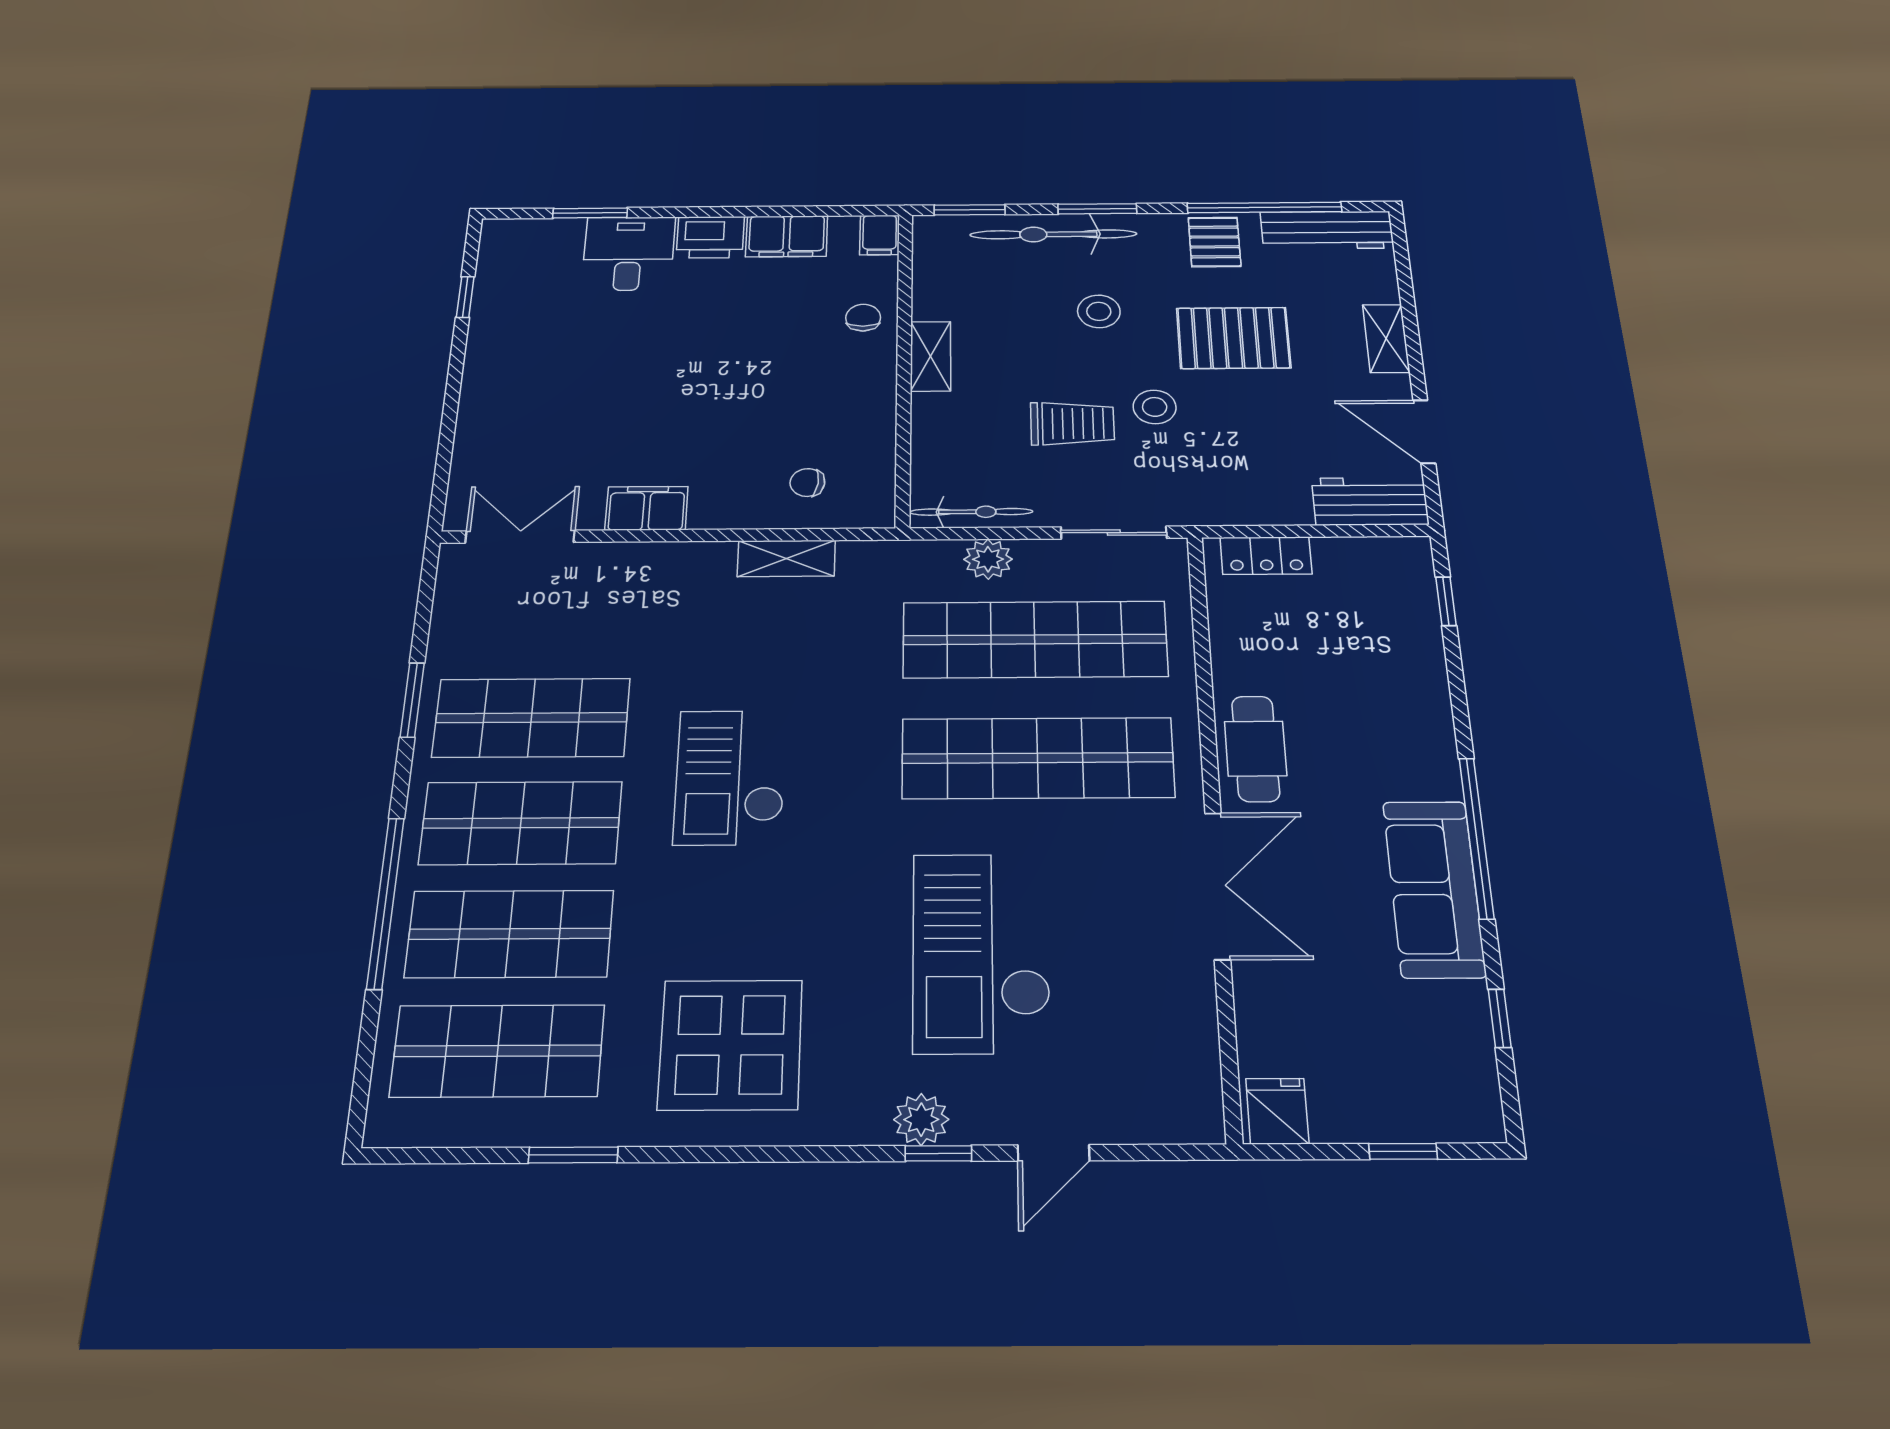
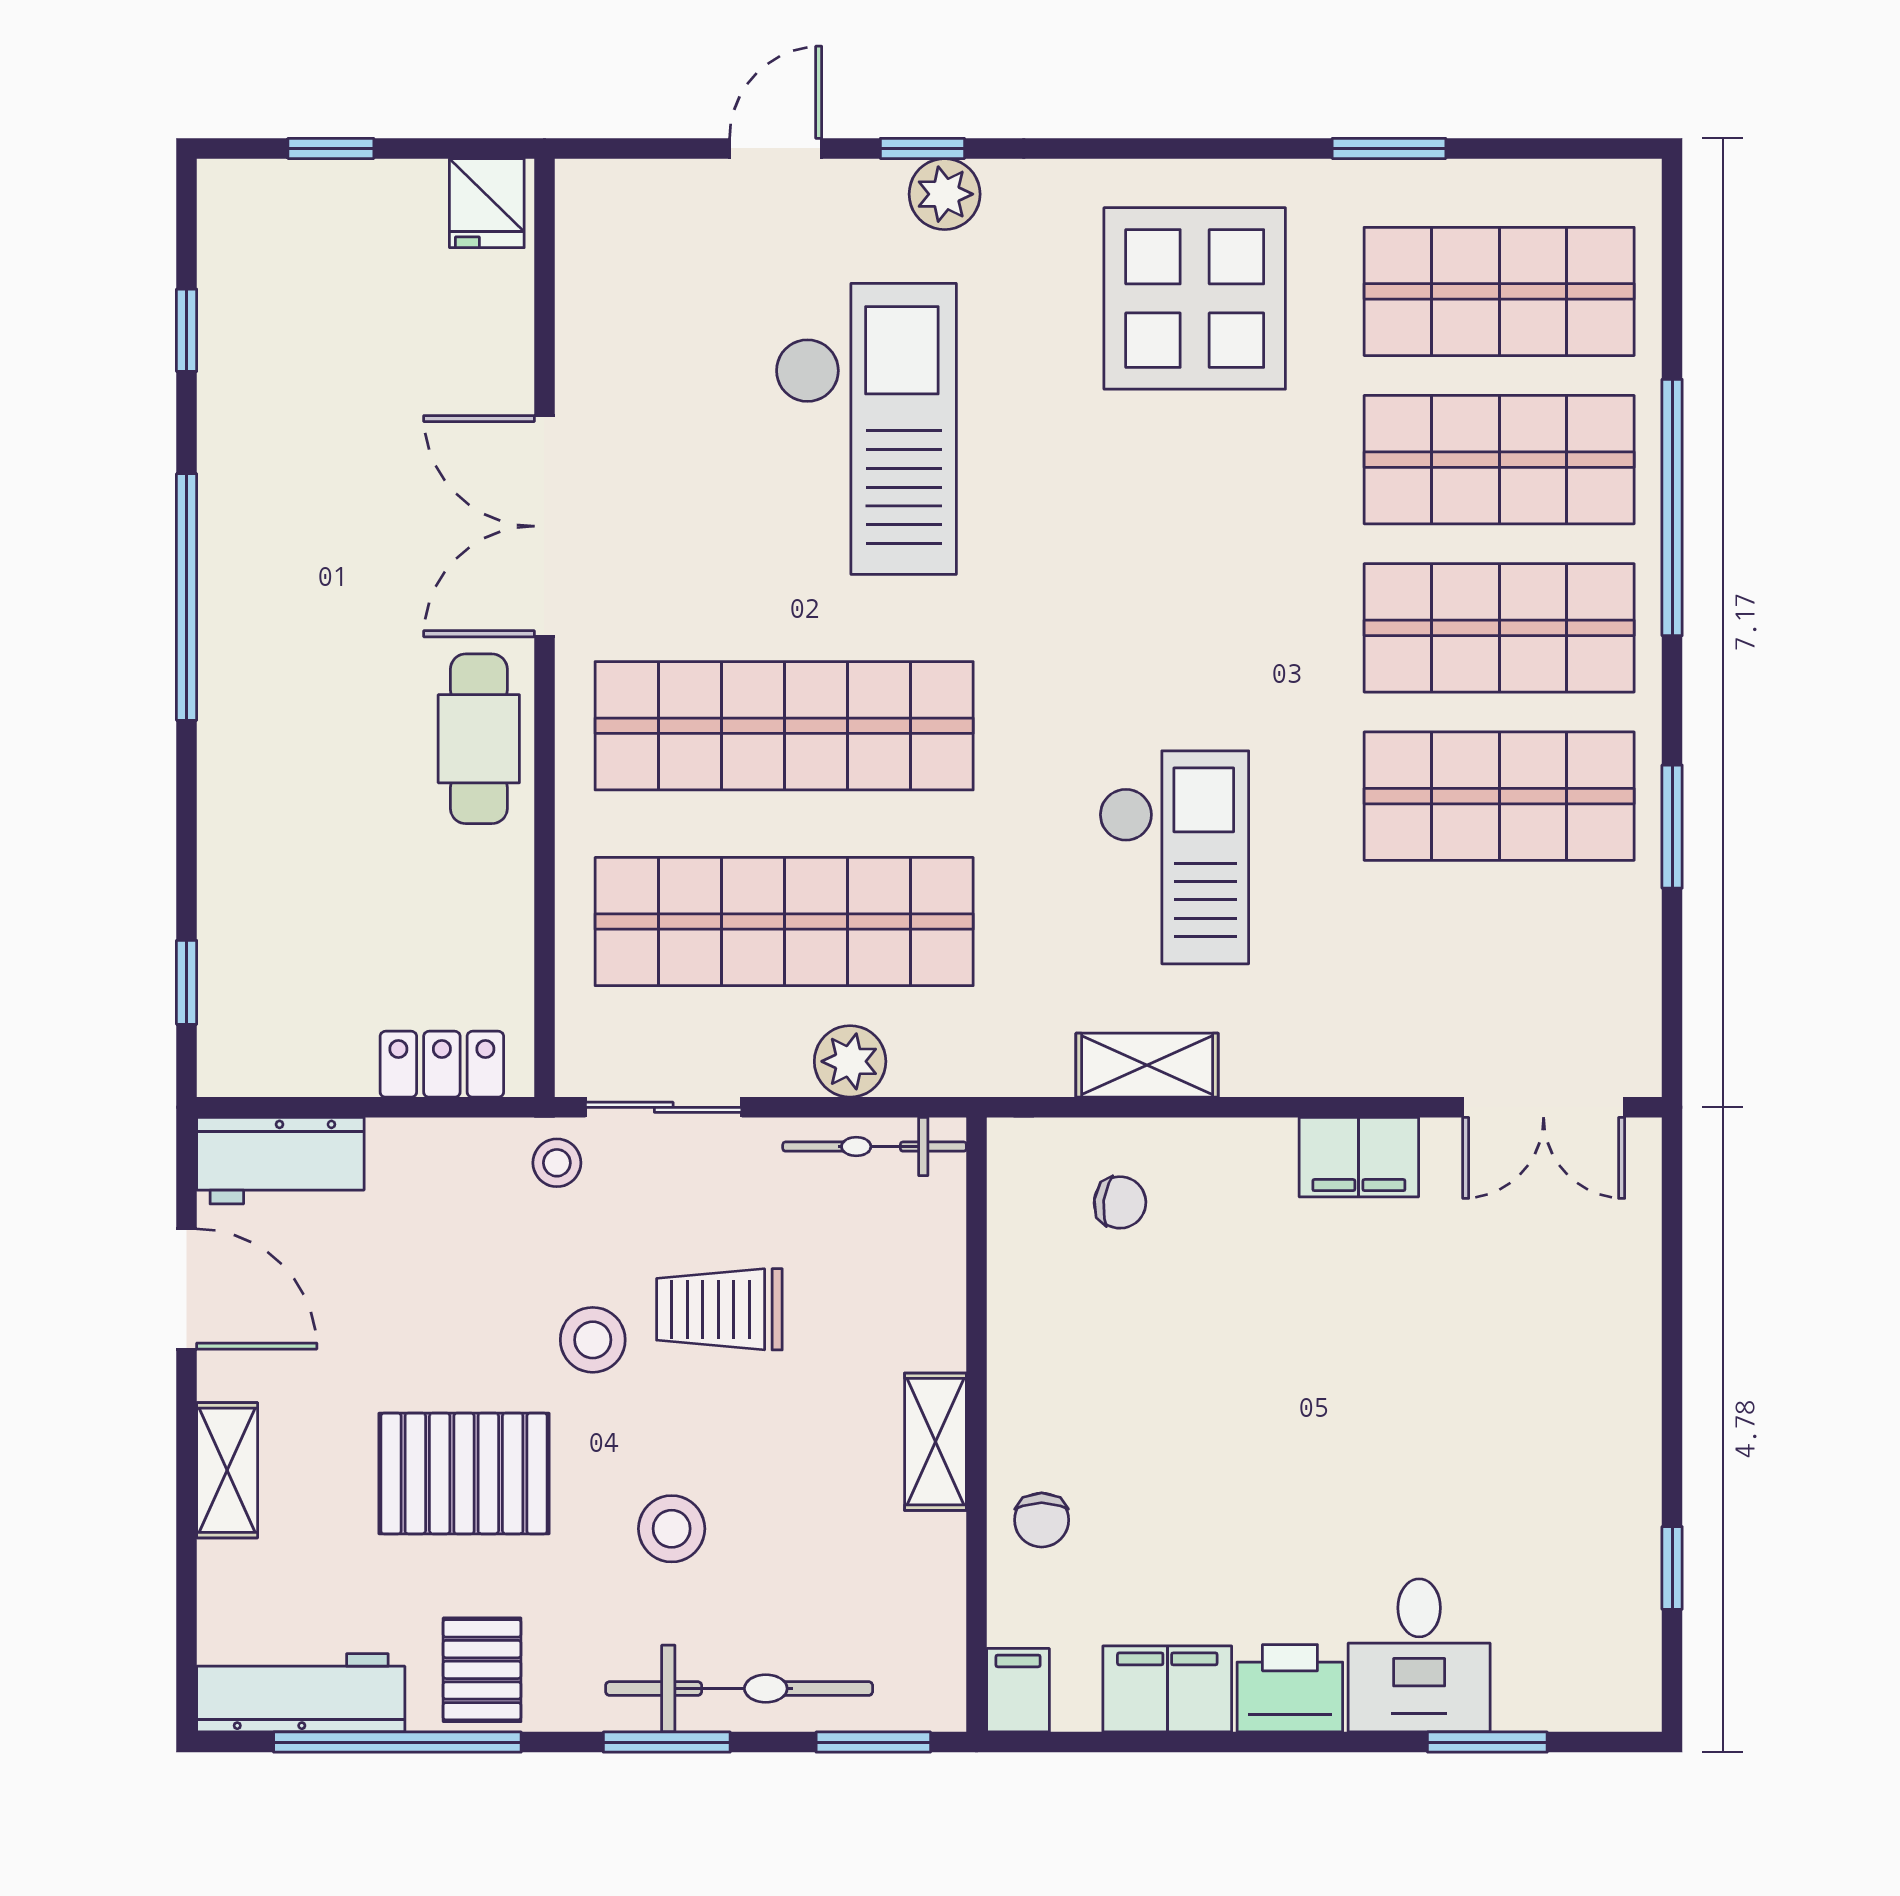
stool: (1184, 501) -> (557, 1163), added
checkout: (730, 777) -> (1174, 857), moved
sofa: (1434, 888) -> (253, 520), removed

